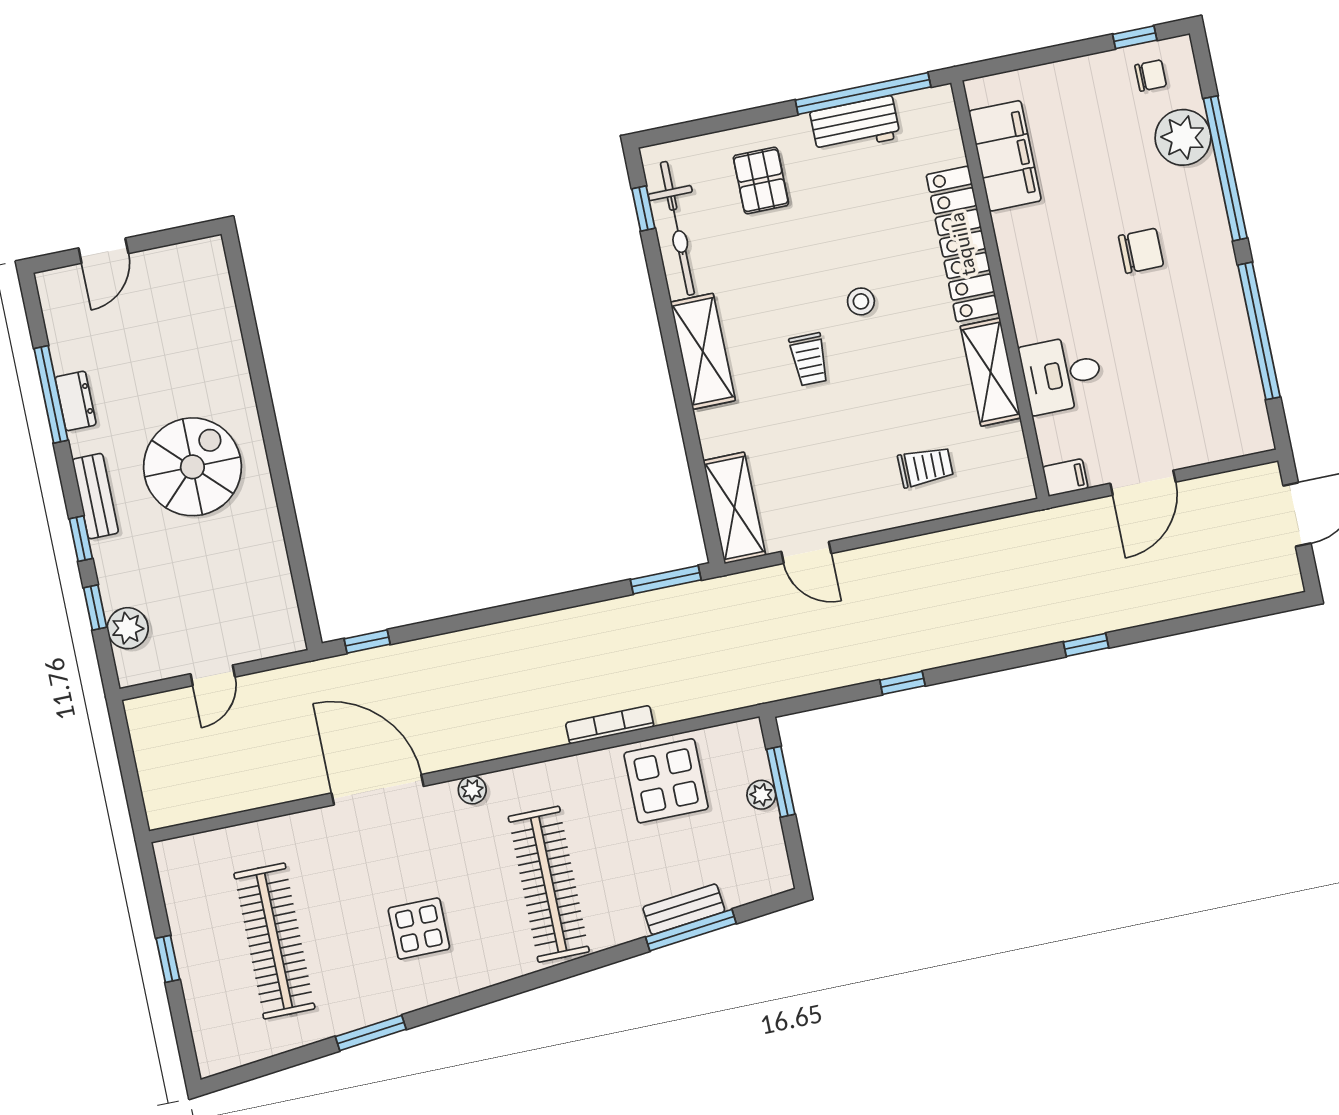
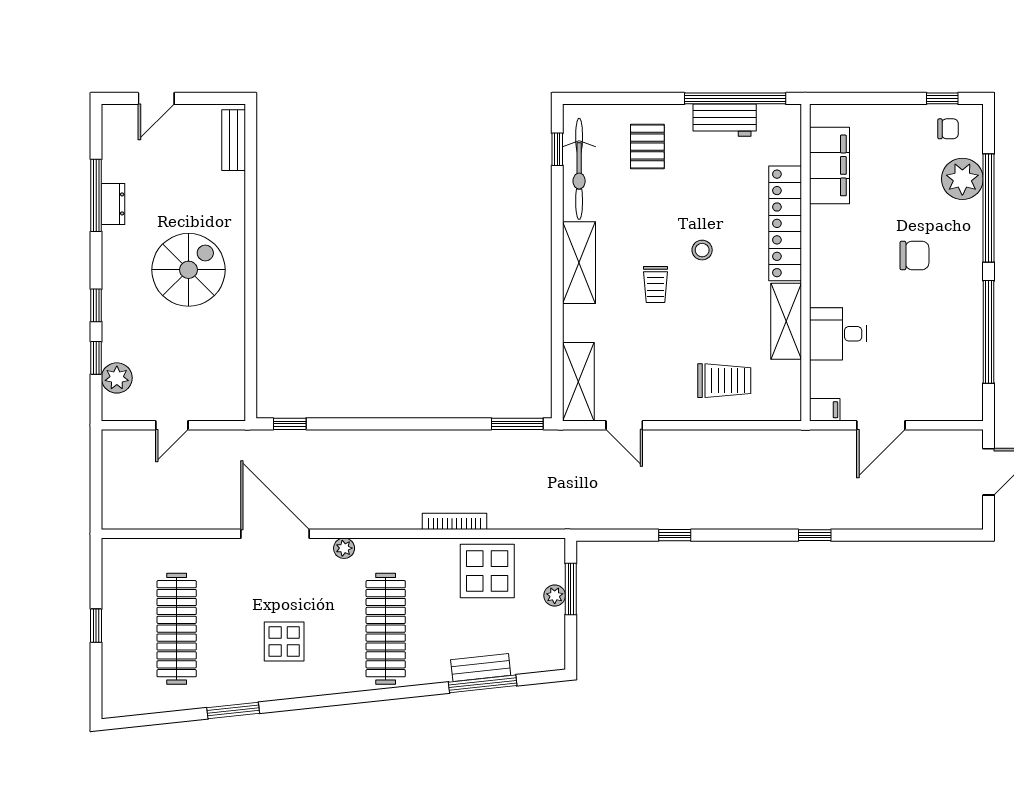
trolley: (925, 467) -> (724, 381), width x1.36, depth x1.39
bench: (95, 496) -> (234, 140), moved

